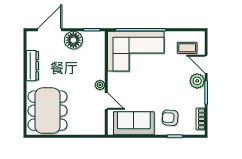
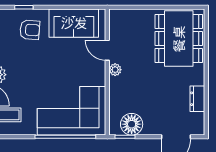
floor lamp: (73, 40) -> (132, 124), moved
dresser: (32, 66) -> (197, 99), width x0.70

